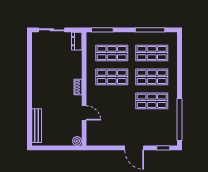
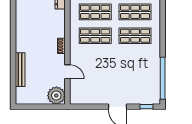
shop shelf: (152, 101) -> (135, 60), removed
bench: (37, 126) -> (20, 70), moved
plant: (77, 141) -> (56, 96), width x1.88, depth x1.88

